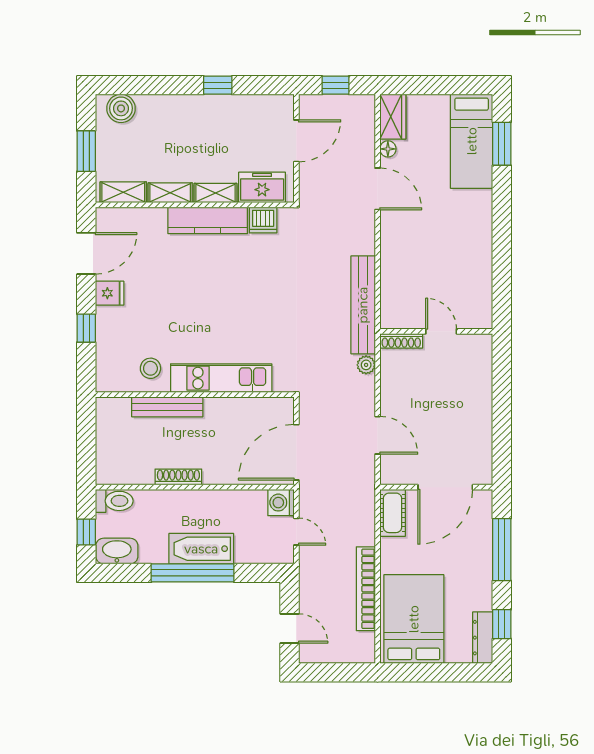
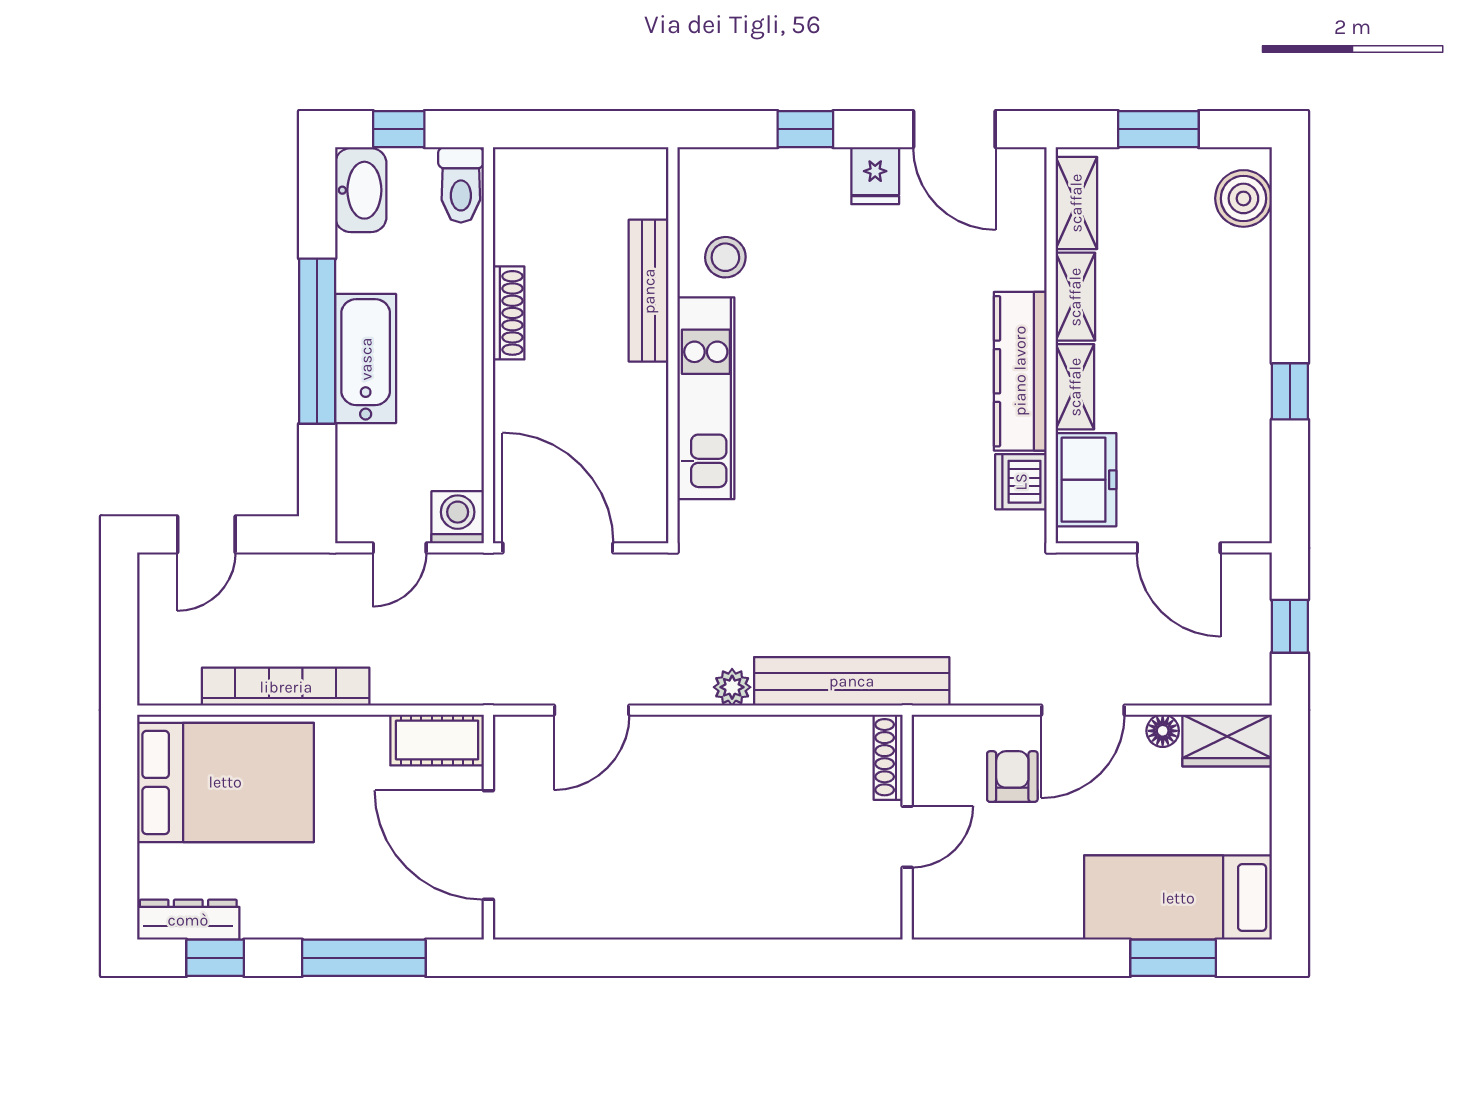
armchair: (411, 224) -> (1012, 777), added
wall: (436, 331) -> (907, 827), moved
door: (441, 331) -> (907, 837), moved
shoe rack: (401, 341) -> (888, 757), moved

